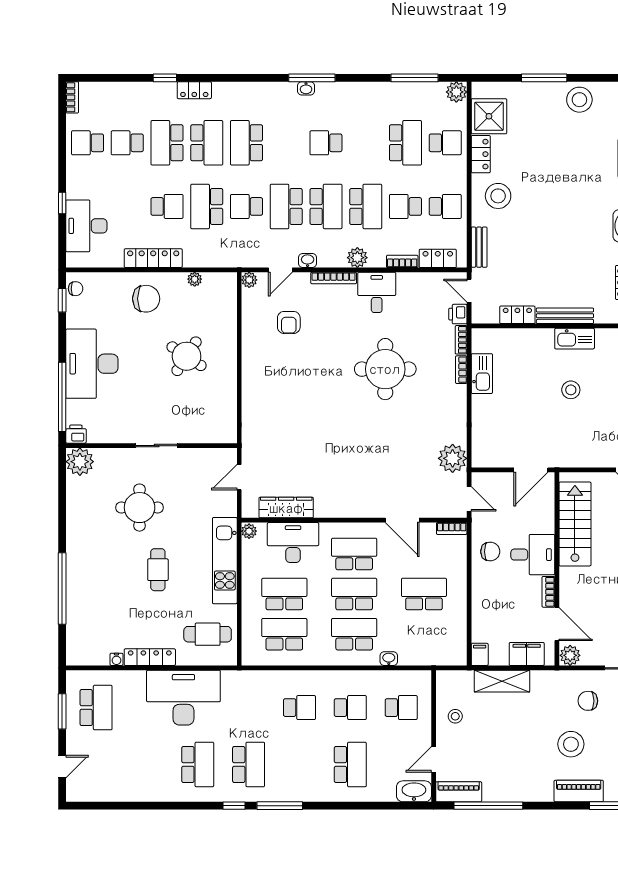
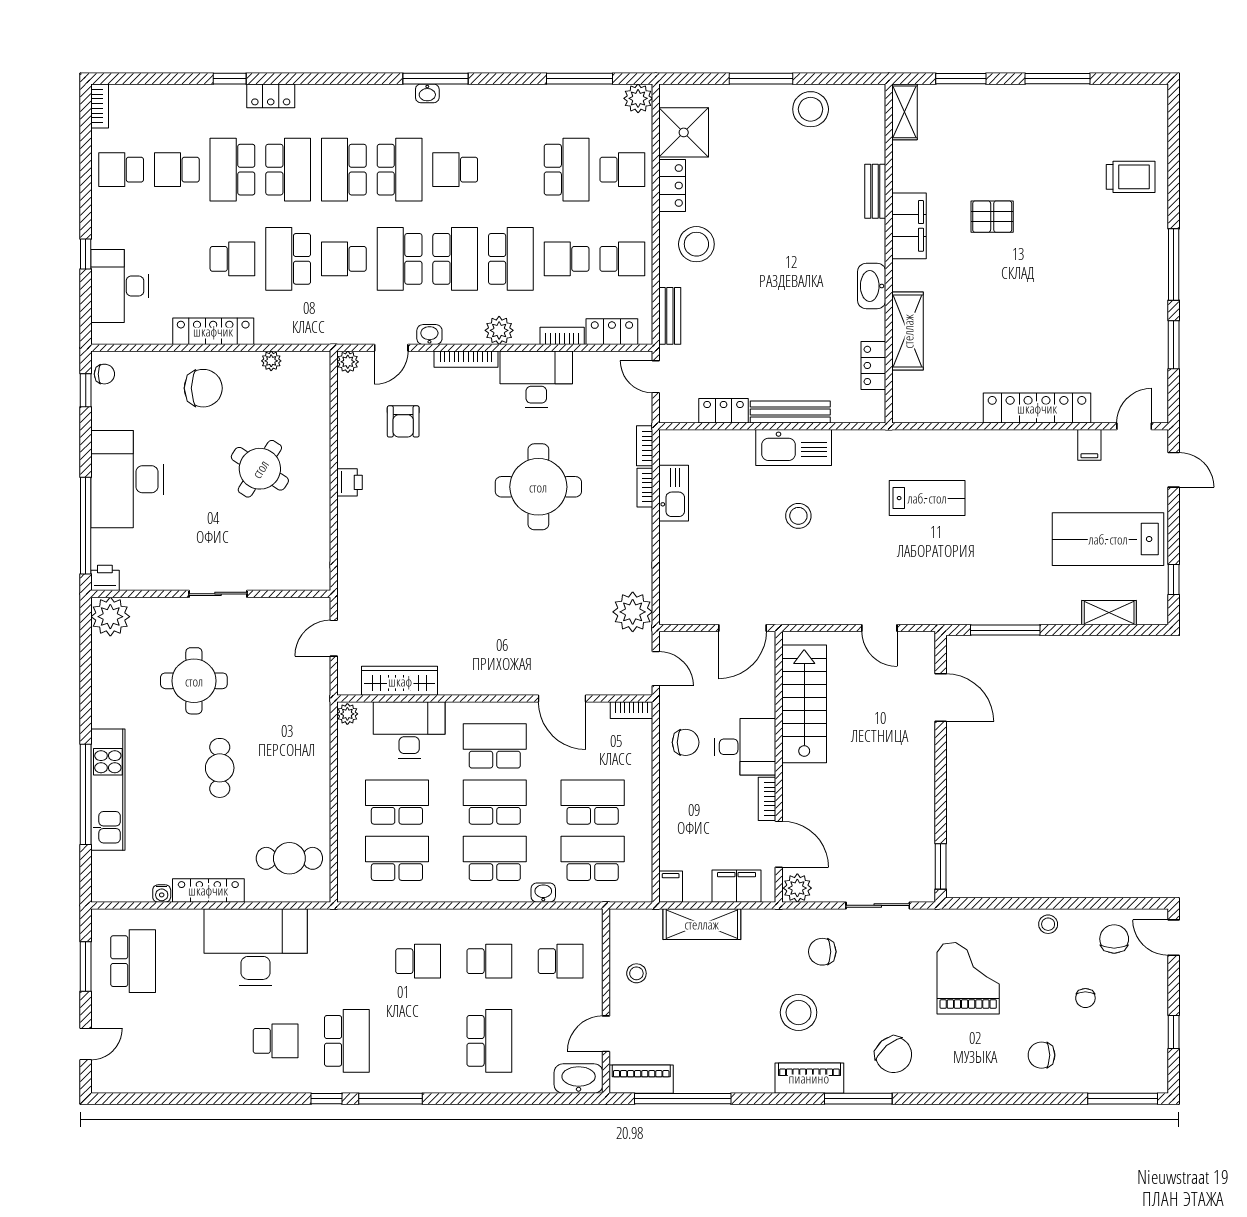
school desk: (286, 143) -> (400, 170), added
desk: (377, 292) -> (536, 379), width x1.37
printer: (458, 314) -> (349, 482), moved, turned 180
kitchen sink: (575, 339) -> (794, 448), width x1.36, depth x1.24
kitchen unit: (225, 561) -> (108, 790), moved, turned 180
school desk: (424, 634) -> (593, 858), added
school desk: (198, 764) -> (276, 1041), width x0.54

